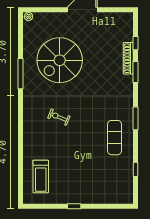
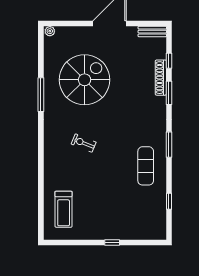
bench: (120, 17) -> (152, 32), added
spiral stairs: (60, 60) -> (85, 80), turned 180
window: (74, 206) -> (112, 242), moved

